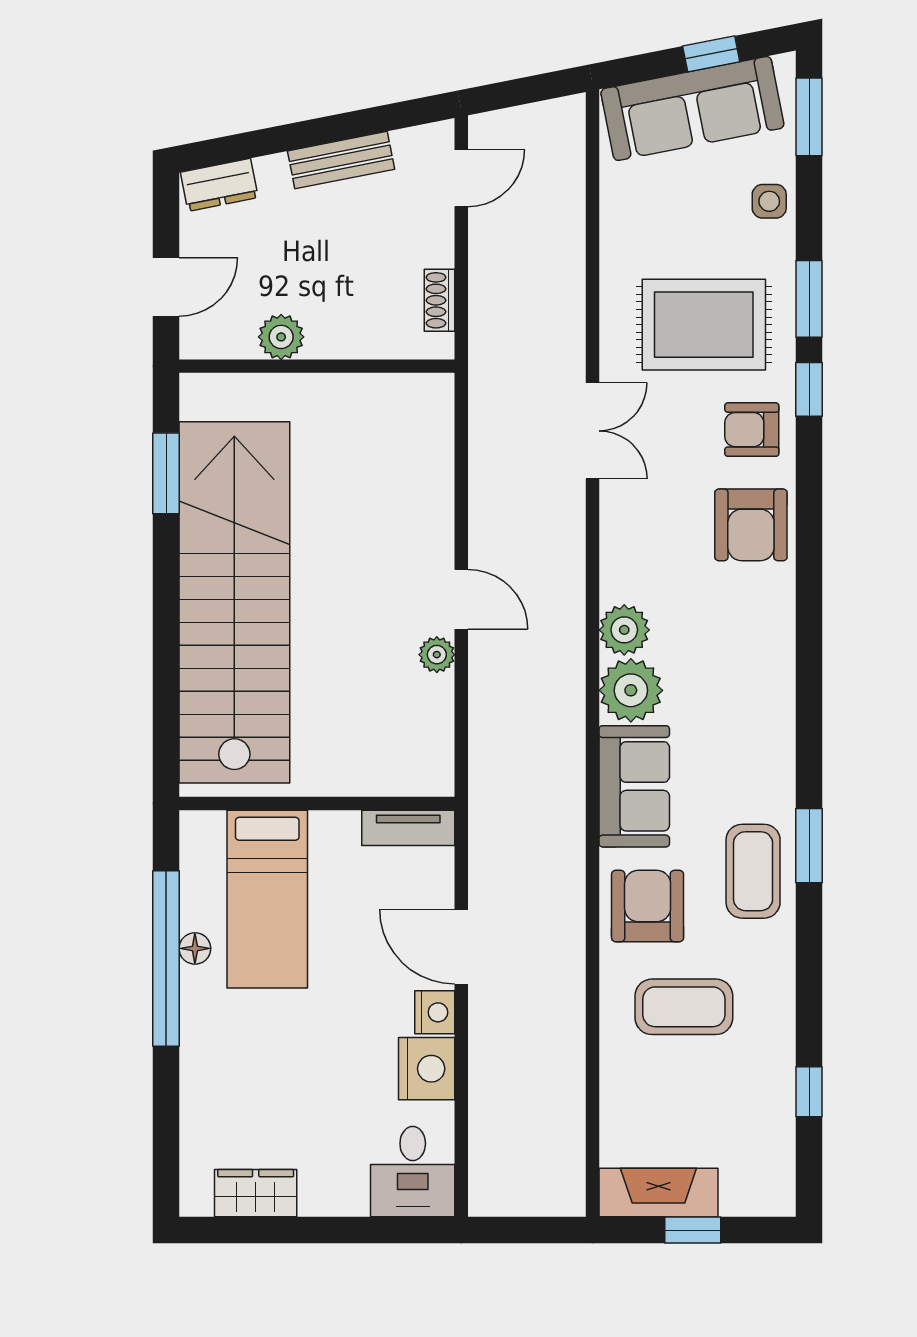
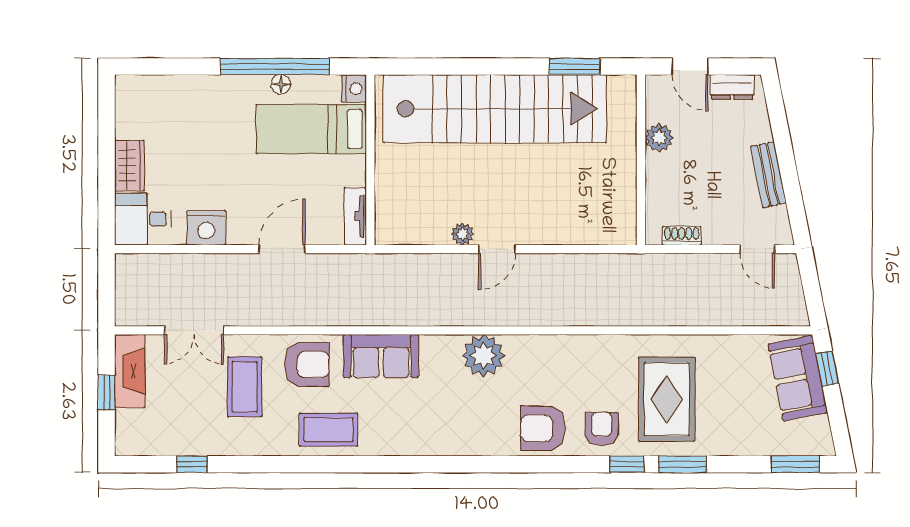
window: (711, 54) -> (827, 369), moved
sofa: (692, 108) -> (798, 378), width x0.73
dresser: (219, 185) -> (732, 87), moved, turned -79
side table: (769, 201) -> (743, 440), removed
double door: (593, 431) -> (194, 330), moved
plant: (624, 630) -> (483, 356), width x1.36, depth x1.36
plant: (631, 690) -> (440, 354), removed
window: (809, 846) -> (344, 464), removed
nightstand: (435, 1012) -> (354, 89), moved, turned -90
wardrobe: (256, 1193) -> (129, 166), moved

